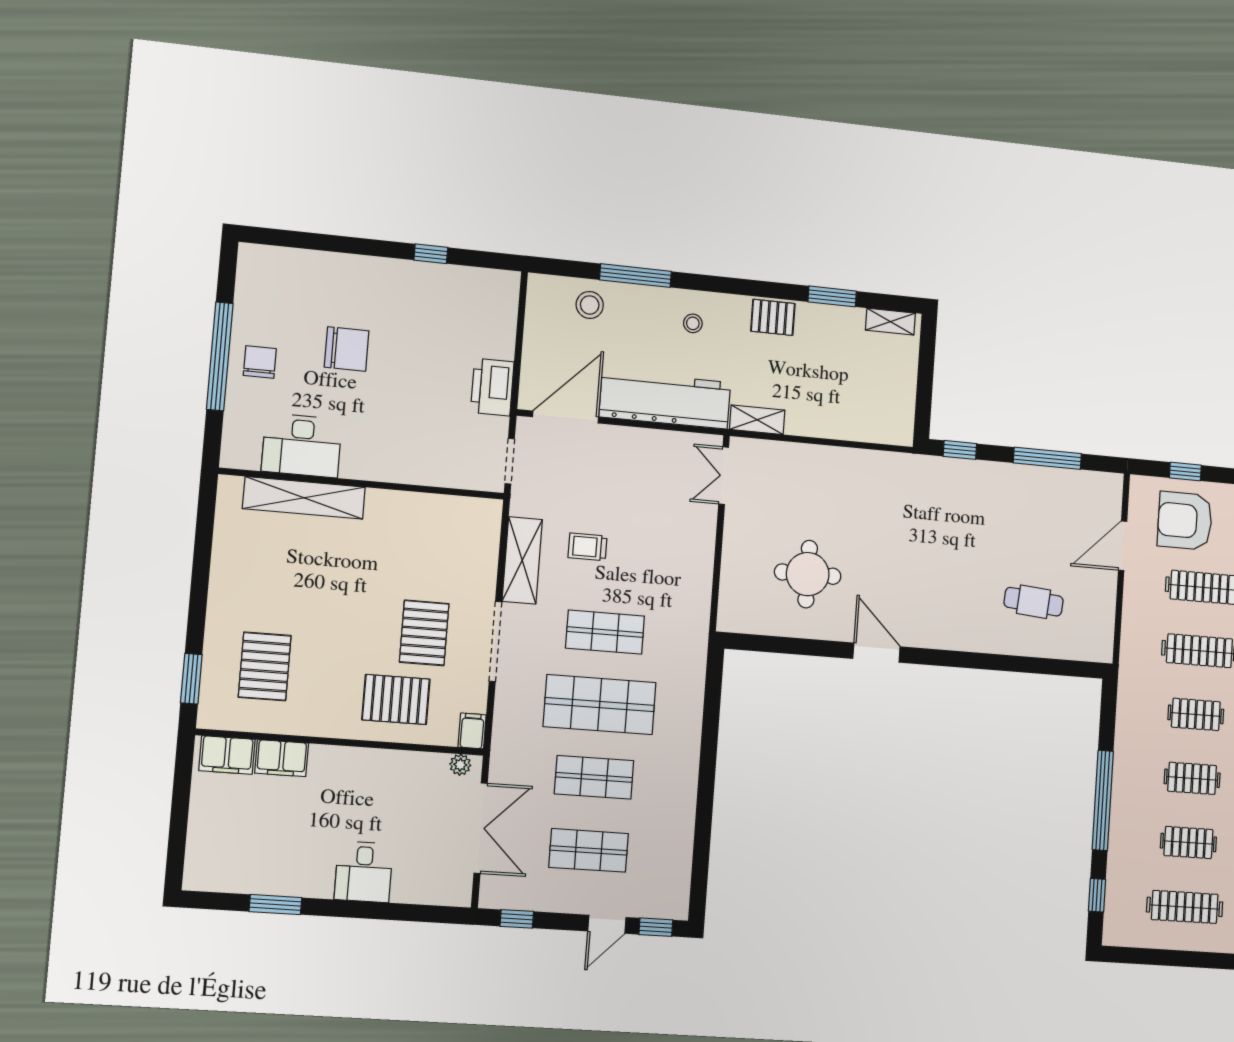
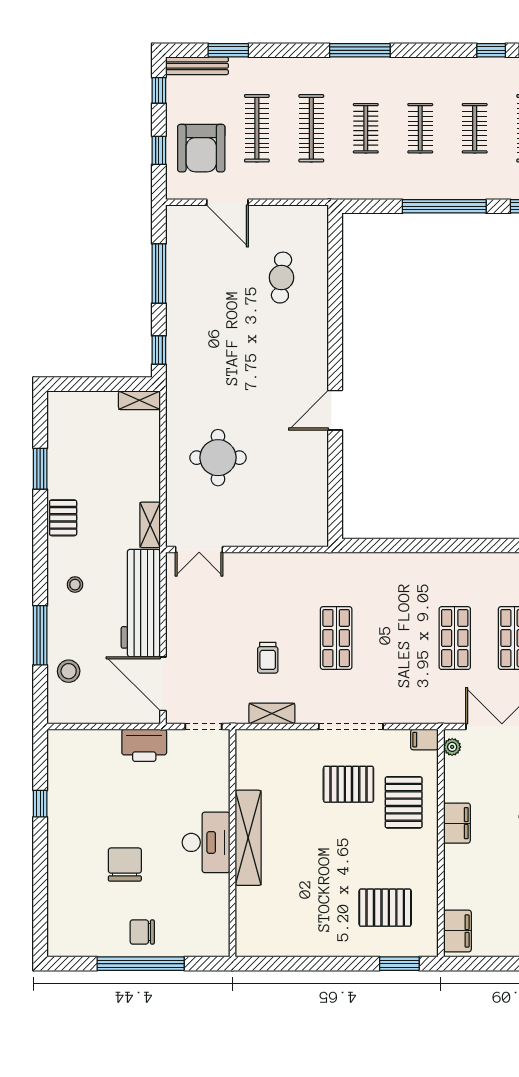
shelving: (890, 322) -> (139, 400), moved, turned 90
desk: (302, 445) -> (206, 842), moved
shelving: (304, 498) -> (248, 838), moved
shelving: (522, 560) -> (272, 713), width x0.67, depth x0.75
round table: (808, 574) -> (218, 458), moved
shop shelf: (600, 705) -> (395, 638), removed
filing cabinet: (282, 758) -> (457, 823), moved

